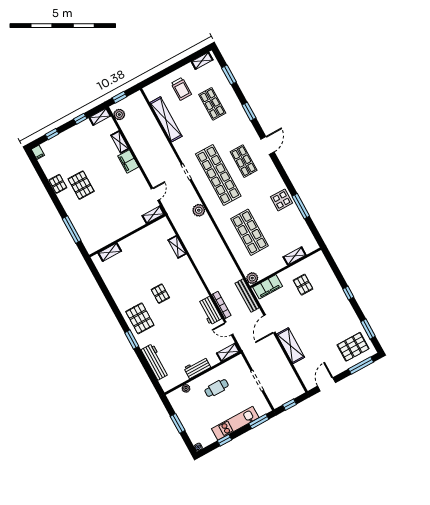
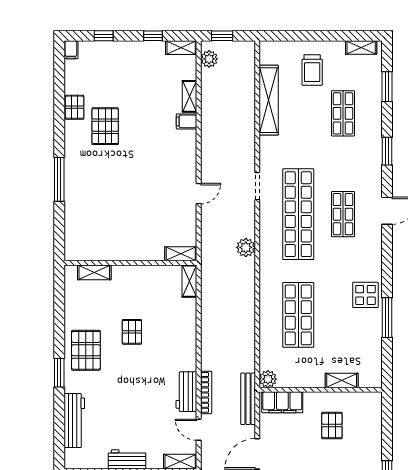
filing cabinet: (128, 161) -> (187, 121), width x0.50
shelving: (153, 215) -> (181, 254), moved
wall: (127, 236) -> (130, 263), moved
shelving: (110, 252) -> (94, 272), moved

